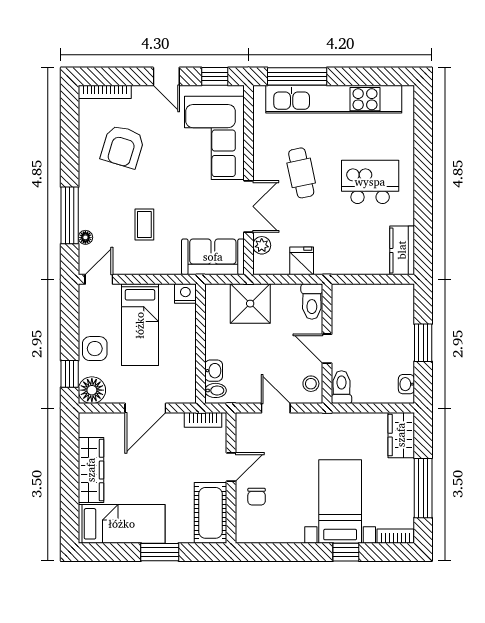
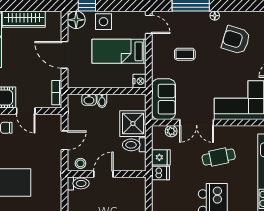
floor lamp: (85, 237) -> (215, 16), moved
dishwasher: (326, 261) -> (161, 173), added
toilet: (312, 302) -> (134, 145), moved
bidet: (216, 390) -> (102, 101), moved

